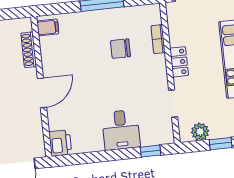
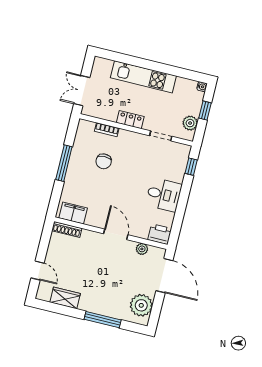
filing cabinet: (48, 27) -> (73, 213), width x2.00
shoe rack: (29, 50) -> (67, 229), moved
plant: (36, 129) -> (142, 249), added
desk: (121, 130) -> (164, 195), moved

